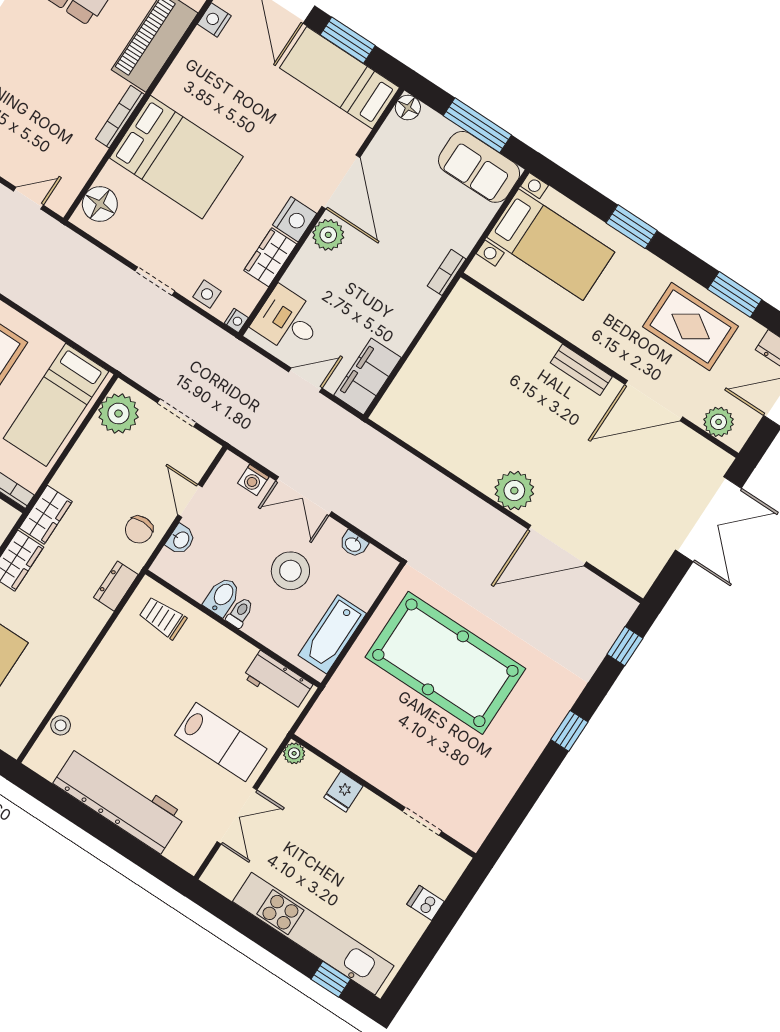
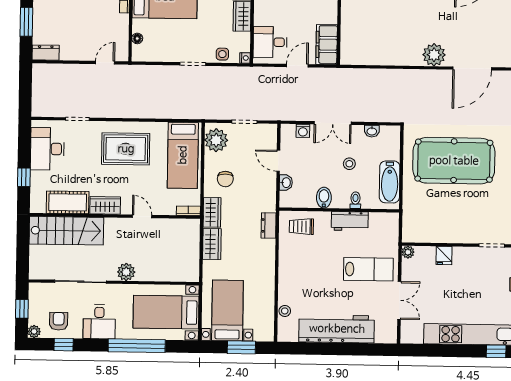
floor lamp: (100, 204) -> (137, 38), width x0.53, depth x0.53
chair: (139, 530) -> (225, 179), moved
stool: (290, 571) -> (349, 164), width x0.53, depth x0.53
toilet: (240, 613) -> (355, 200), moved
workbench: (278, 681) -> (350, 221), moved

